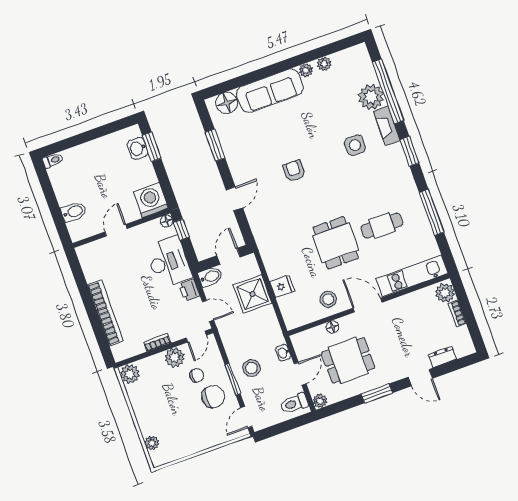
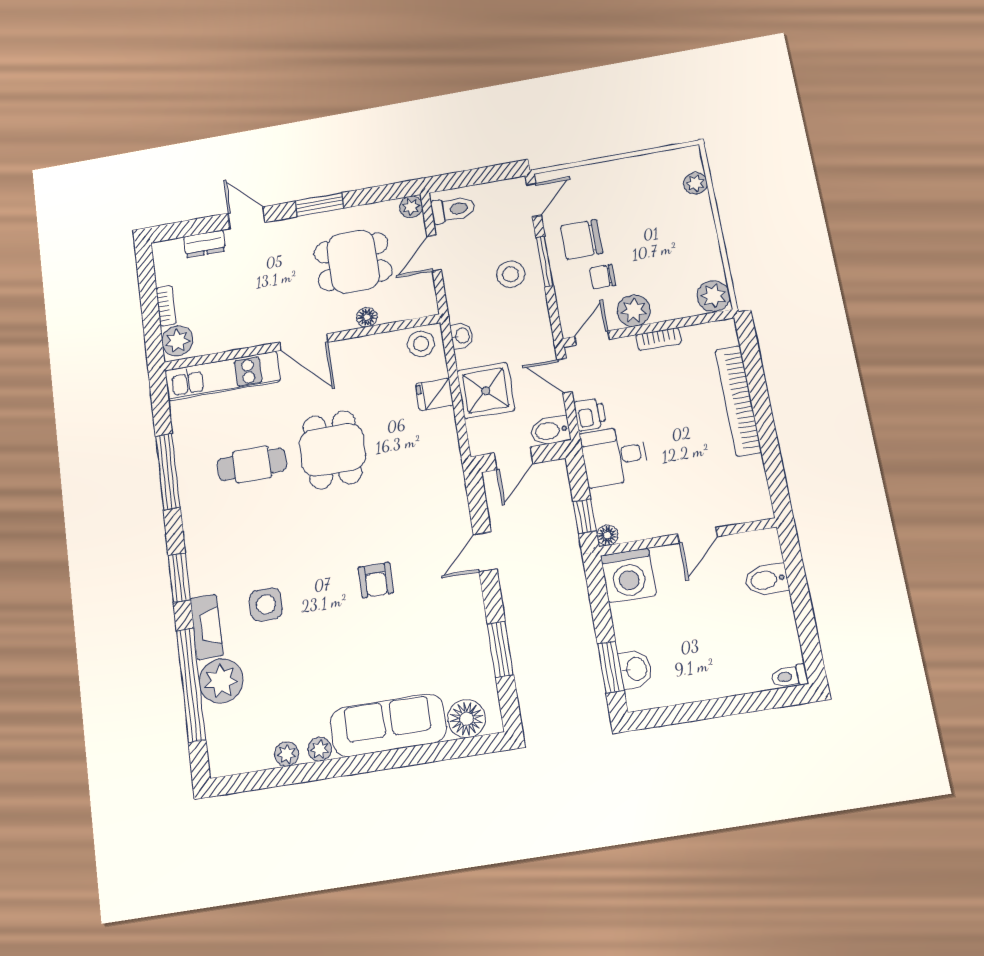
desk: (169, 262) -> (614, 456), width x0.73
stool: (328, 299) -> (421, 344), moved
washbasin: (283, 353) -> (462, 336), moved

